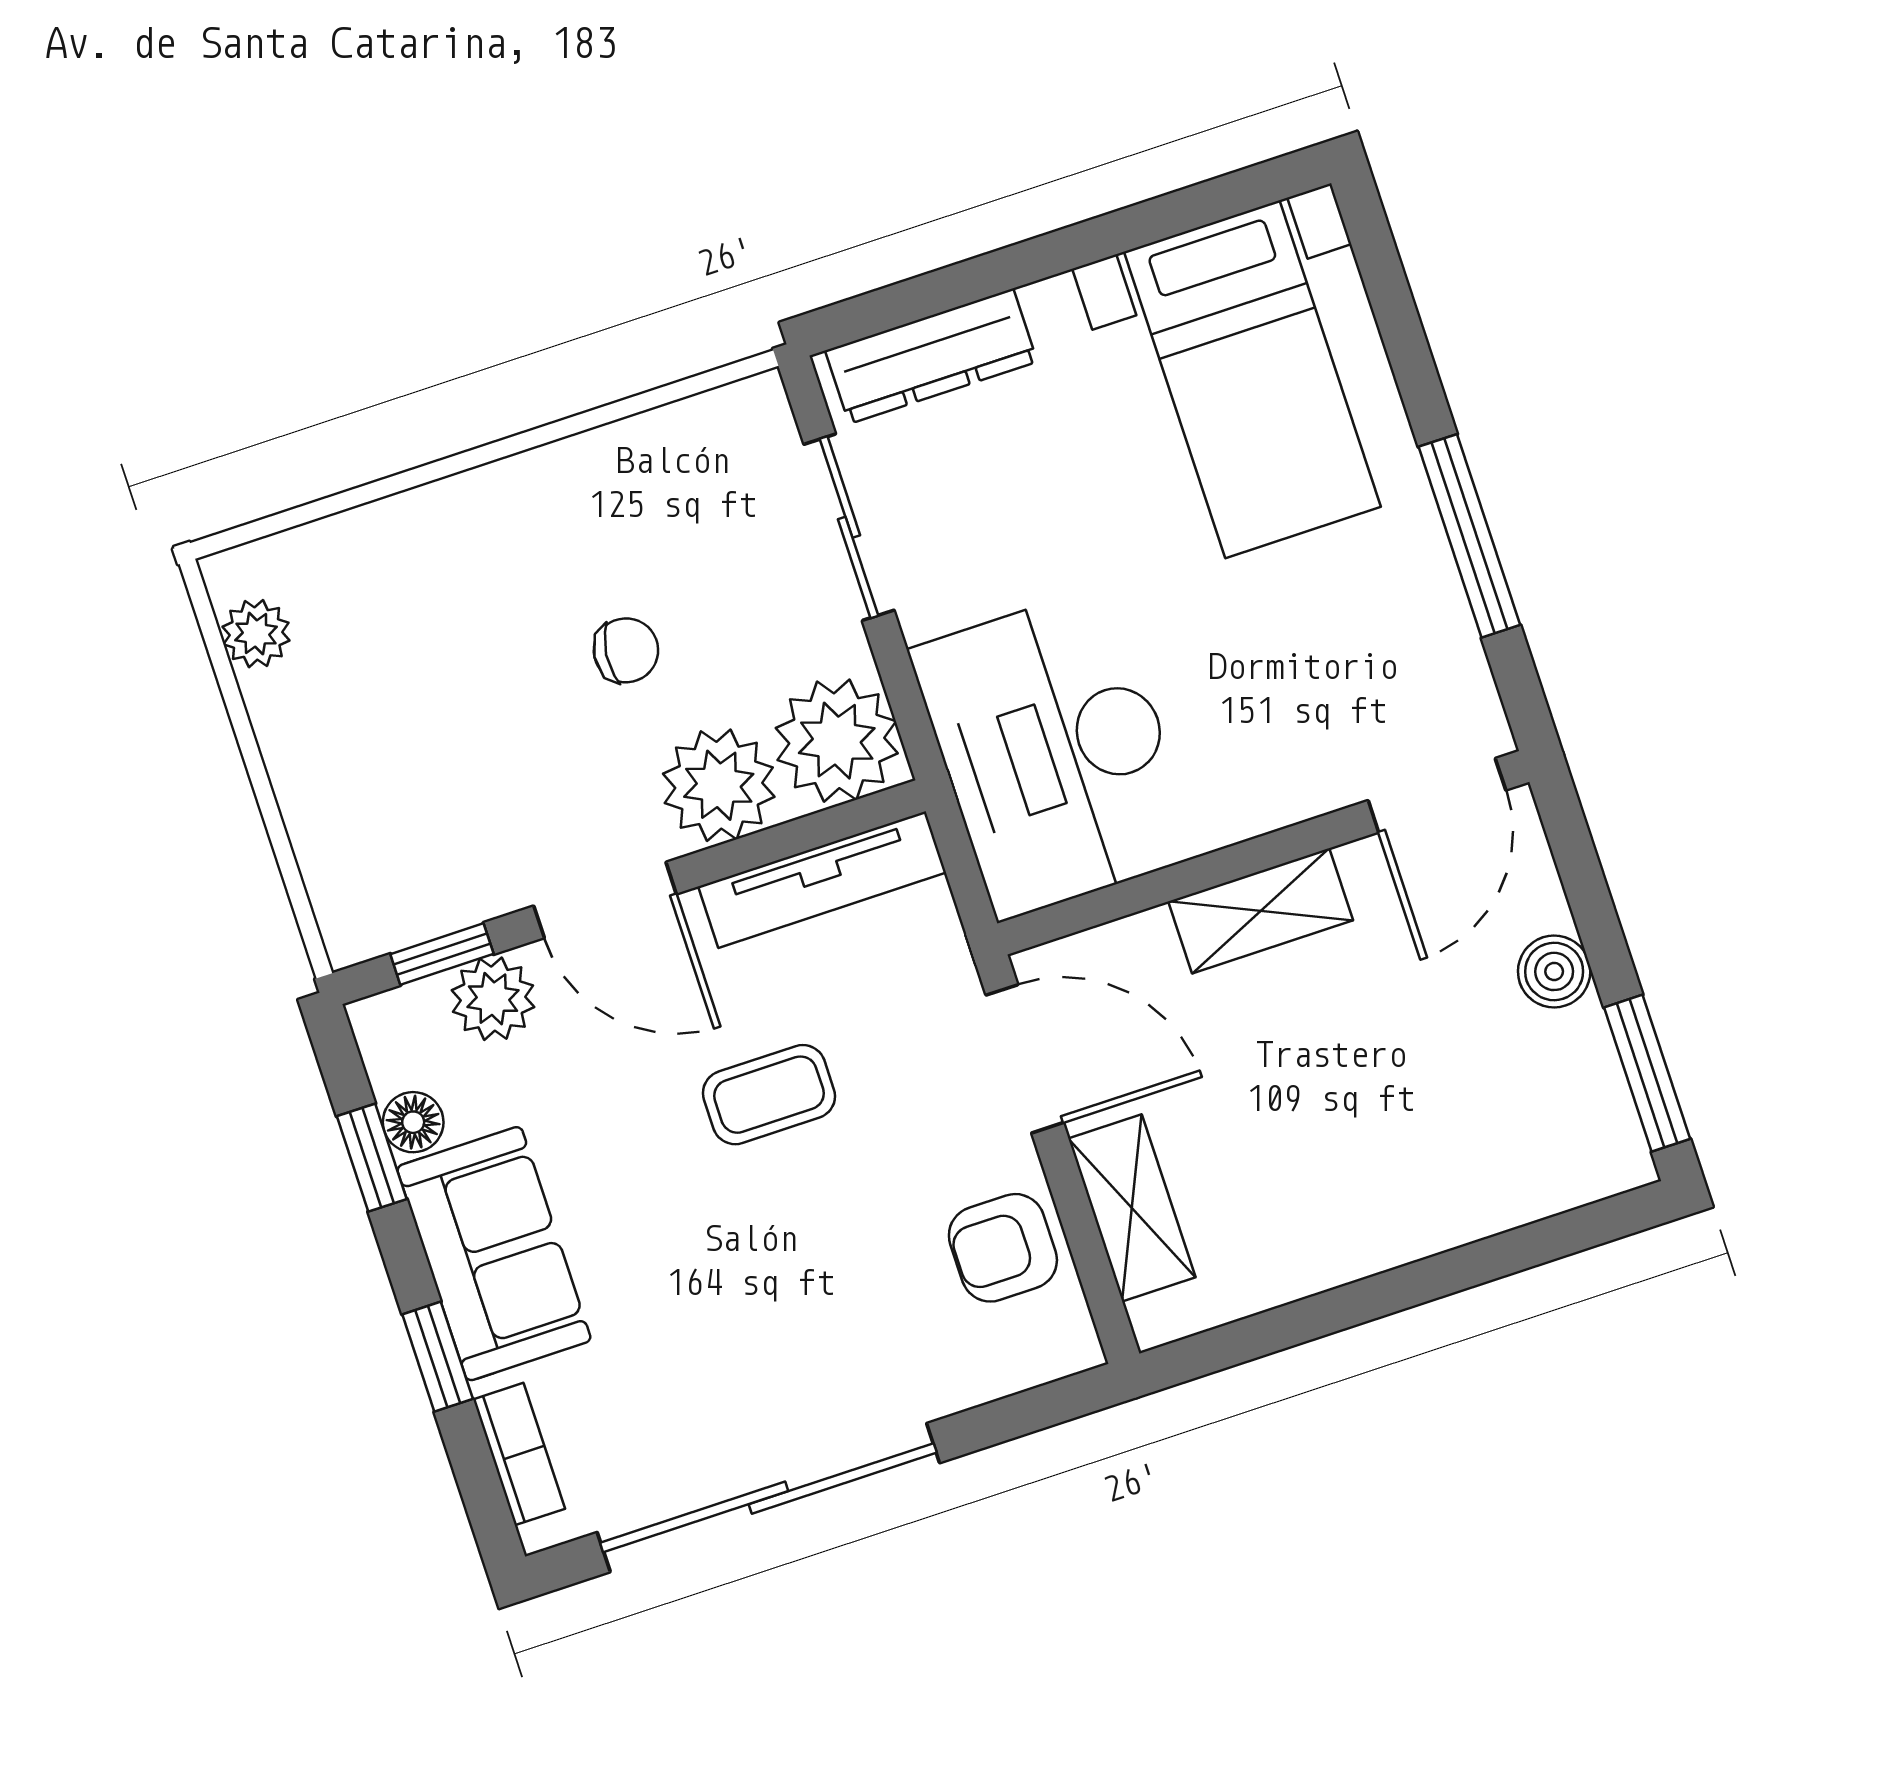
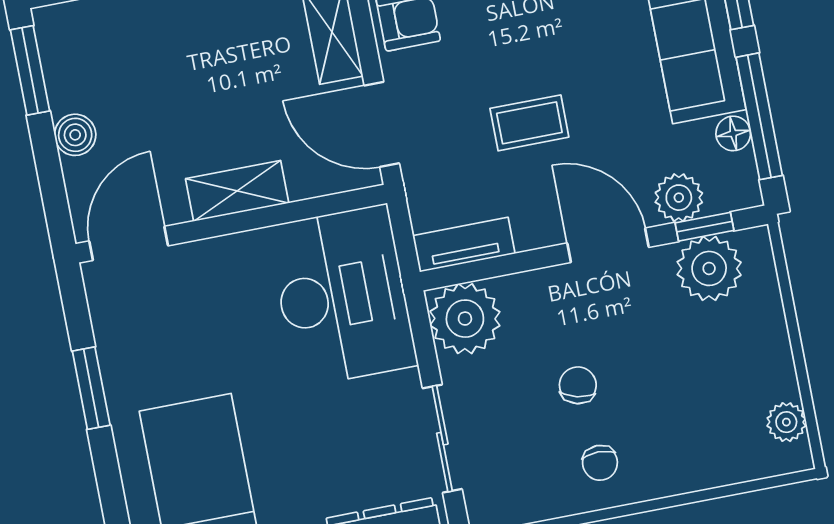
chair: (570, 521) -> (600, 463), added
window: (1469, 536) -> (91, 388), width x0.69
chair: (626, 650) -> (578, 385), turned 98
plant: (719, 785) -> (709, 268), moved
tv unit: (822, 880) -> (464, 245), width x0.71
window: (372, 1158) -> (759, 116), width x2.17

